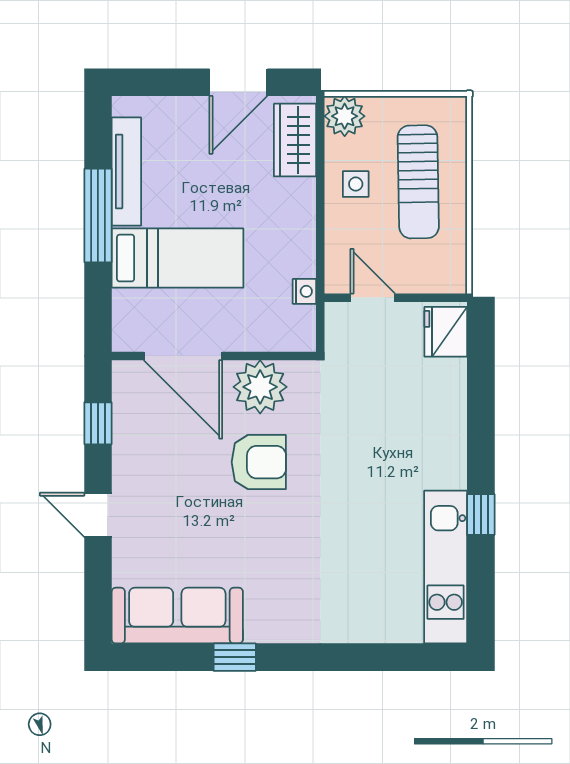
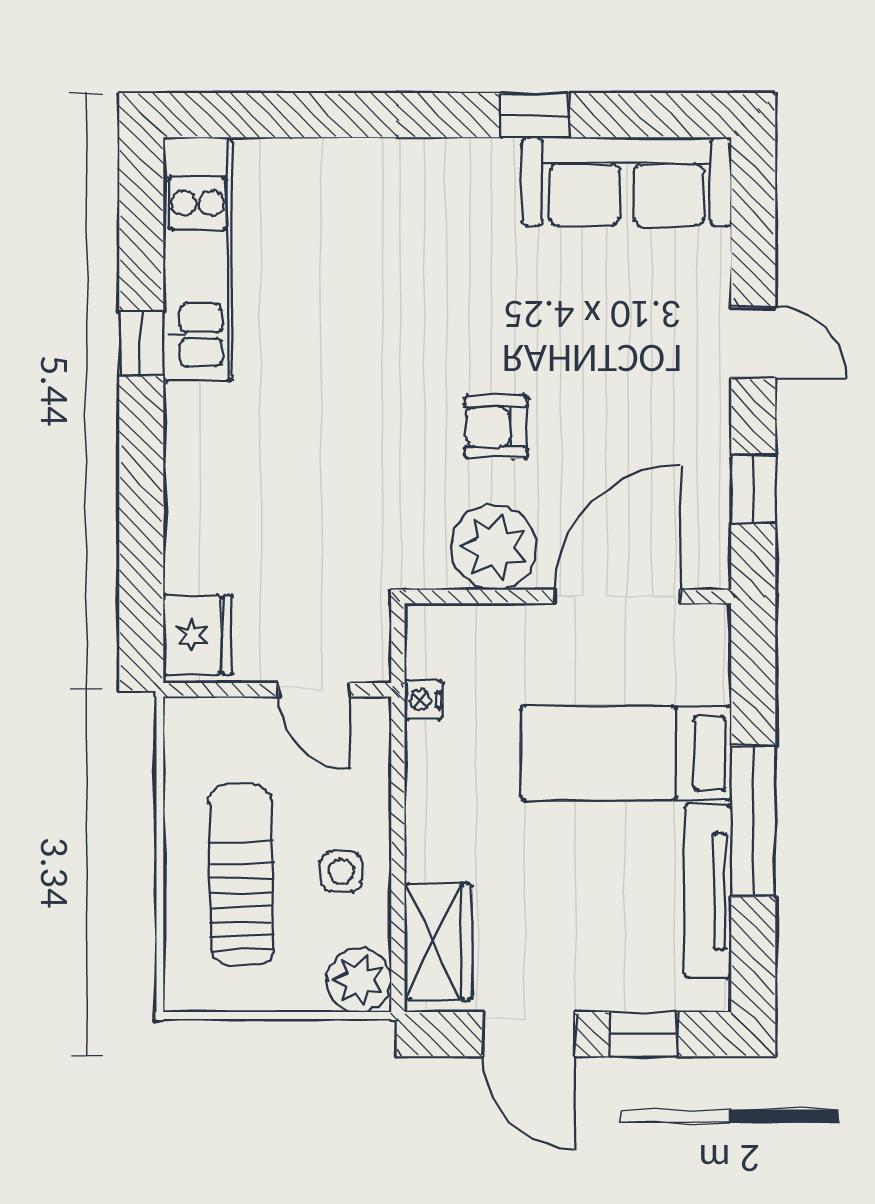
window: (167, 82) -> (644, 1034), added
door: (238, 82) -> (529, 1034), swing flipped
door: (183, 356) -> (617, 597), hinge flipped
armchair: (259, 462) -> (496, 427), width x0.72, depth x0.72

